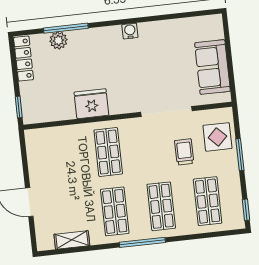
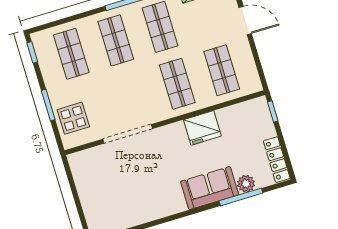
water cooler: (130, 31) -> (178, 206), removed
sofa: (212, 67) -> (210, 188), moved, turned -90
trolley: (184, 152) -> (103, 97), removed
shop shelf: (62, 157) -> (222, 70), added

